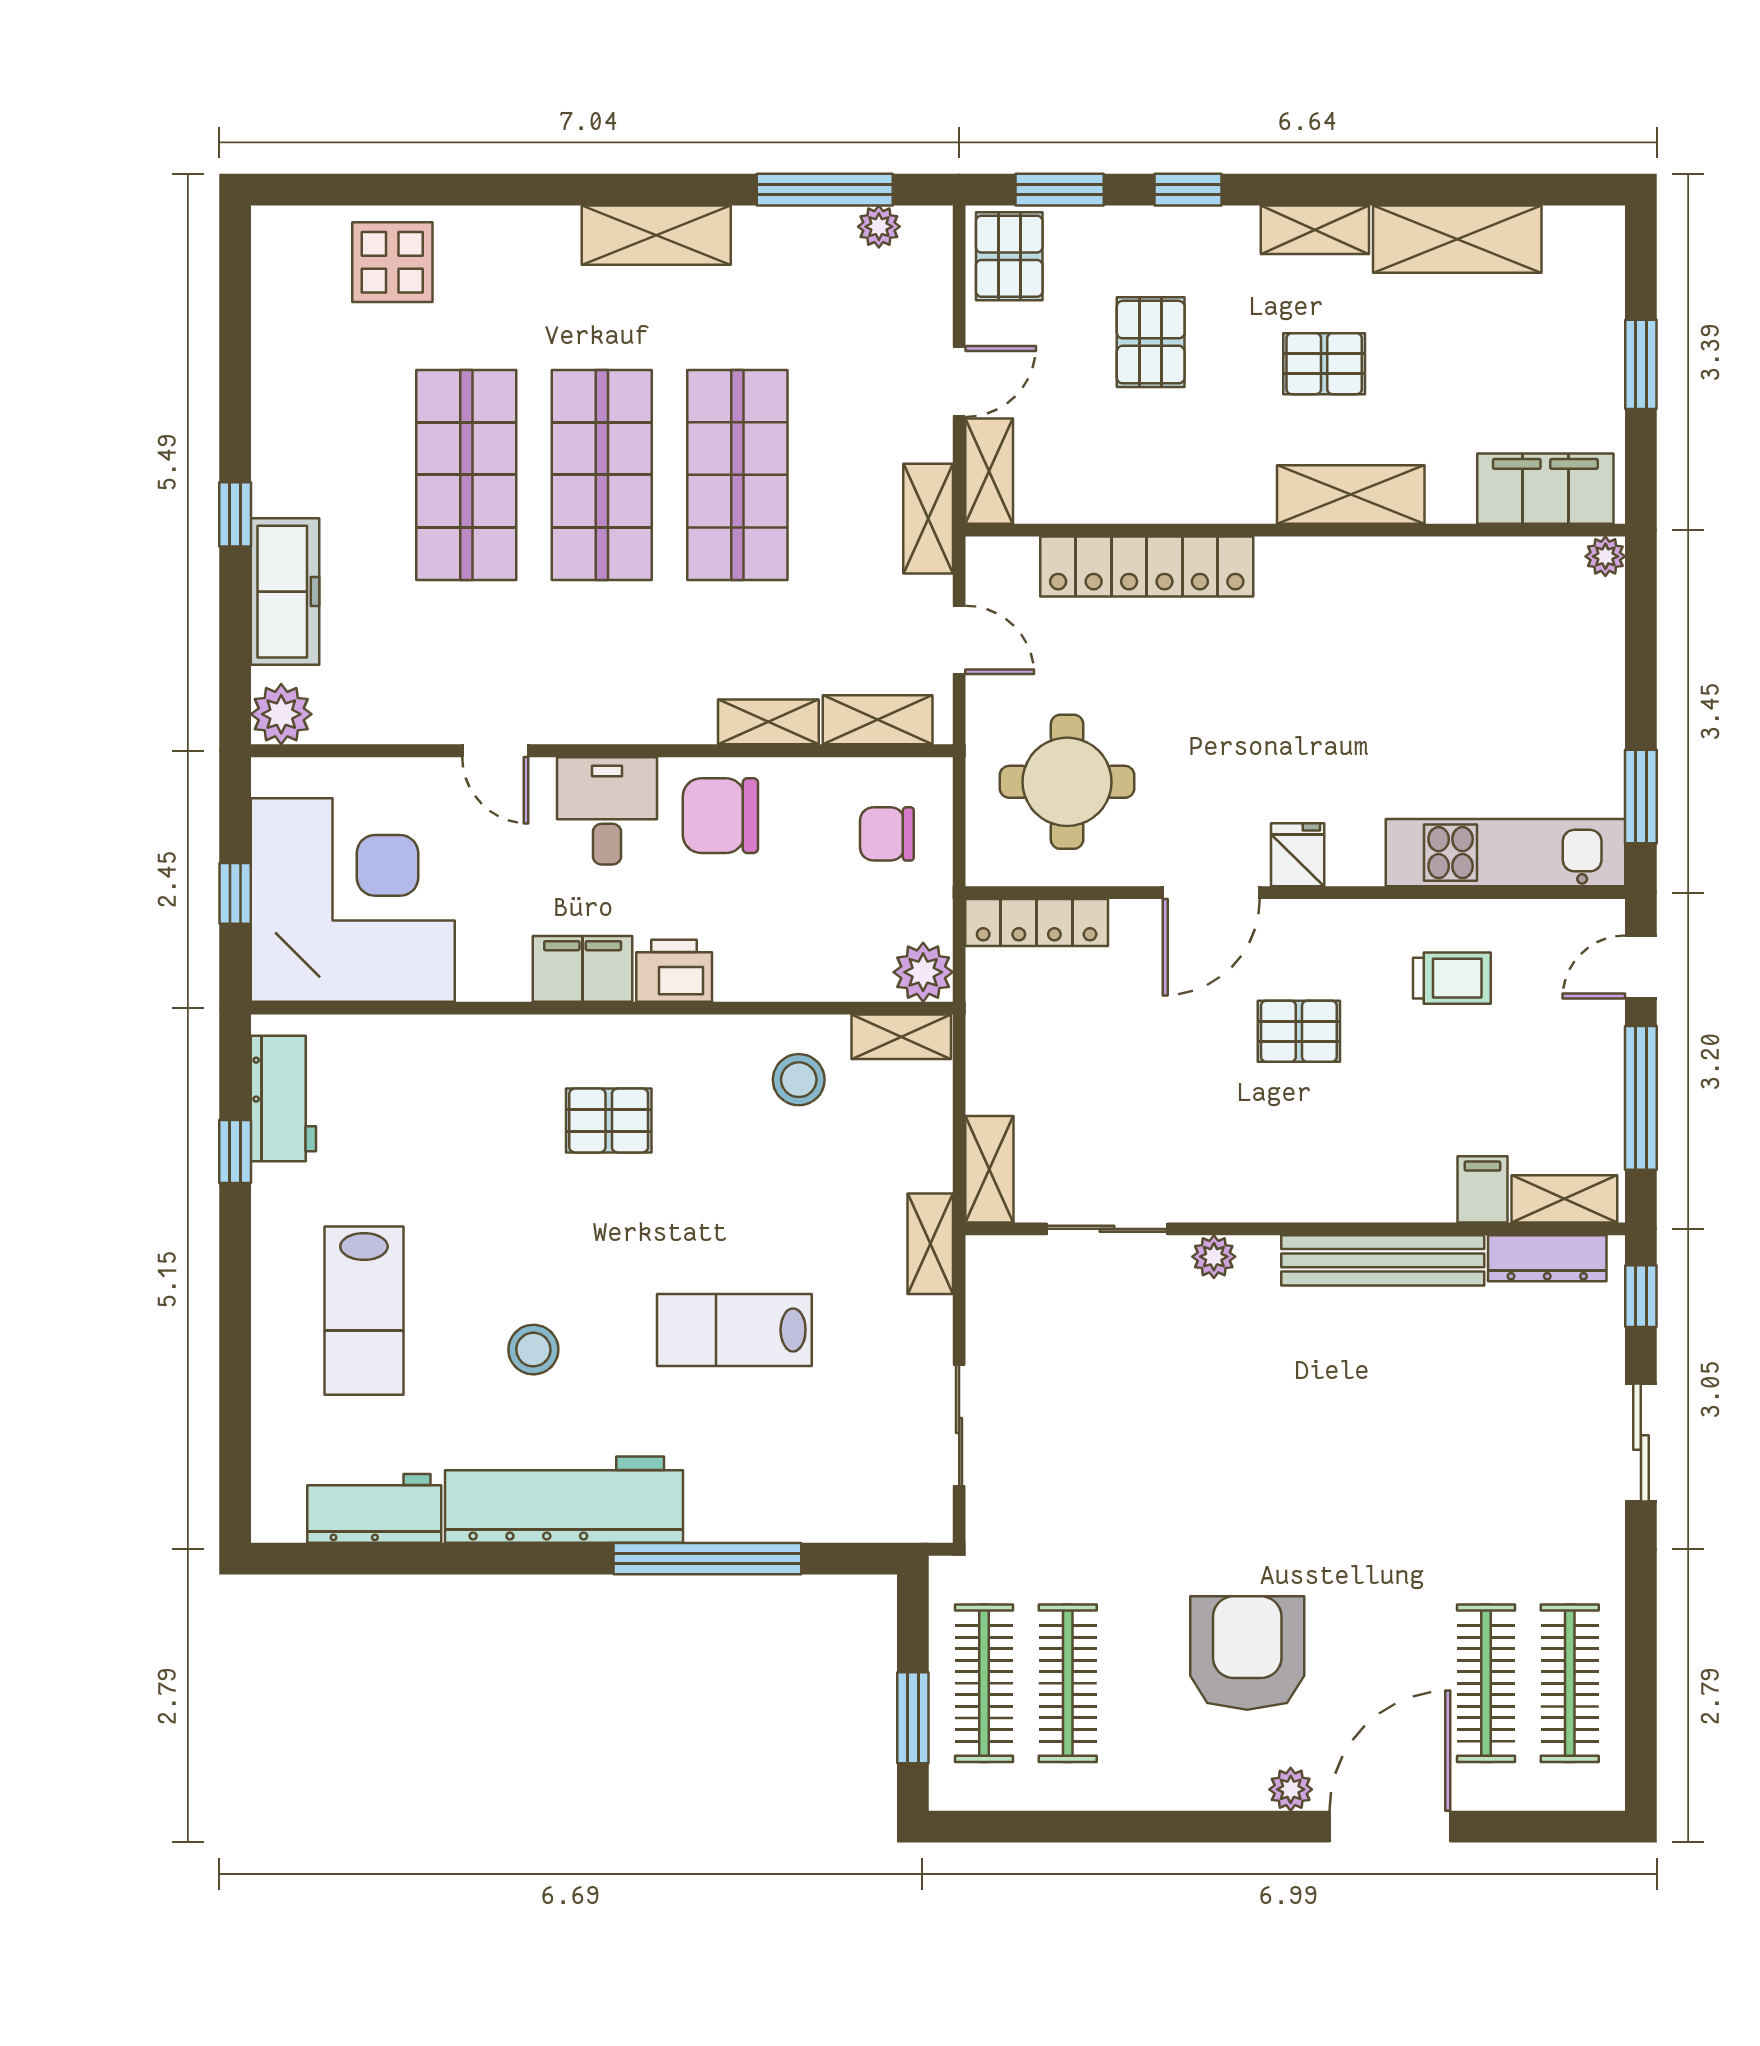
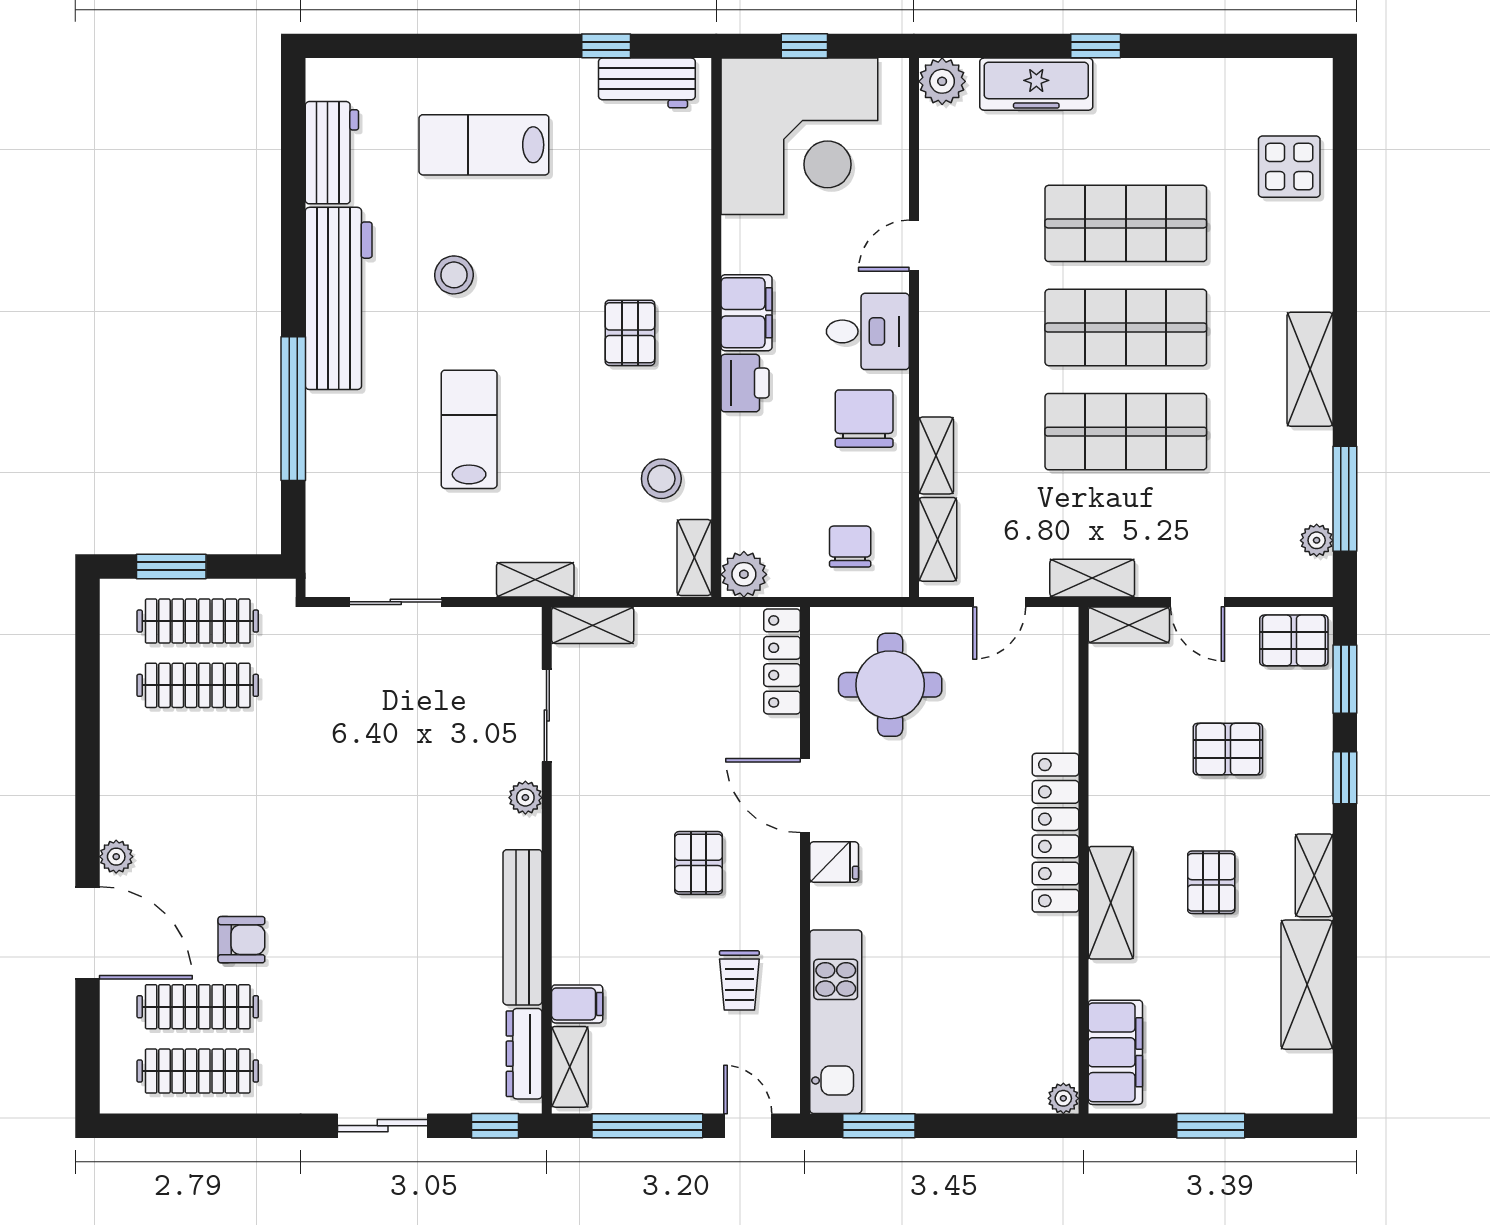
locker: (1147, 567) -> (1055, 833), moved
armchair: (1247, 1653) -> (241, 940), moved, width x0.53, depth x0.53

